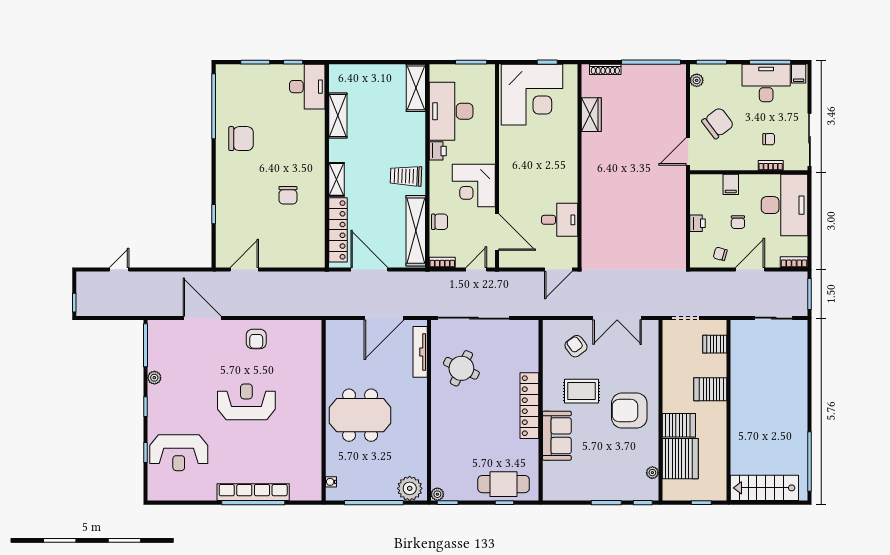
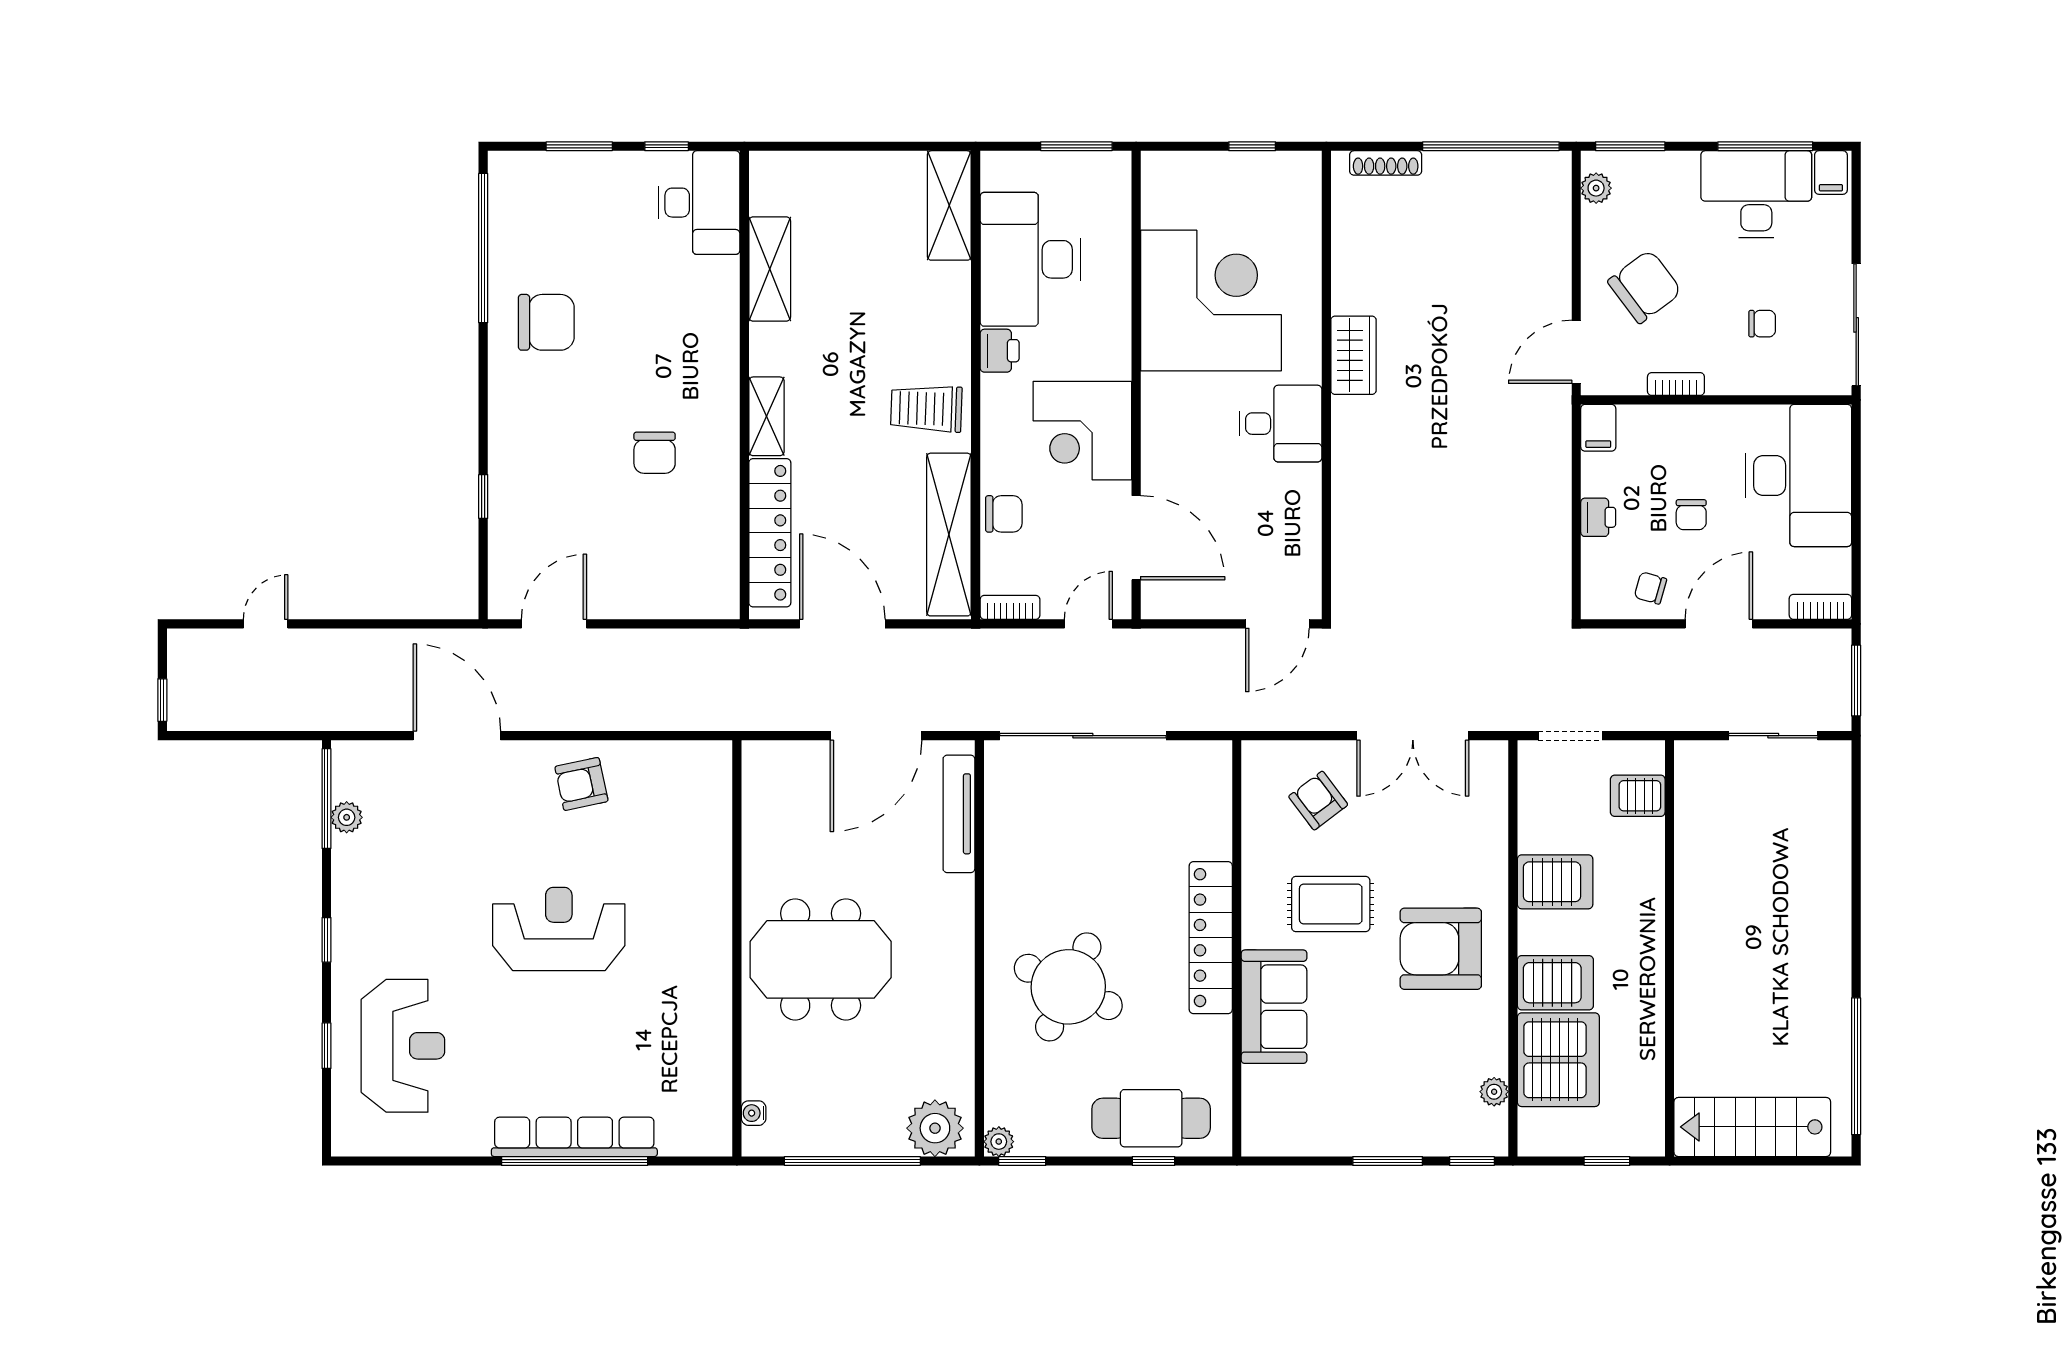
corner desk: (532, 95) -> (1211, 301), moved, turned -90
wardrobe: (591, 115) -> (1353, 355), moved
bookcase: (771, 165) -> (1676, 384), moved
filing cabinet: (731, 184) -> (1598, 428), moved
desk: (560, 220) -> (1280, 424), moved
armchair: (256, 339) -> (581, 784), turned 78
round table: (461, 368) -> (1068, 987), moved, width x1.36, depth x1.36
plant: (154, 378) -> (347, 817), moved
server rack: (710, 389) -> (1555, 882), moved, turned 180
reception desk: (179, 453) -> (403, 1046), turned -90

